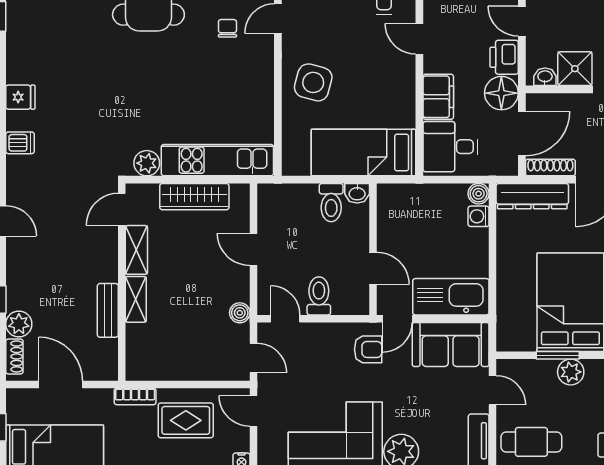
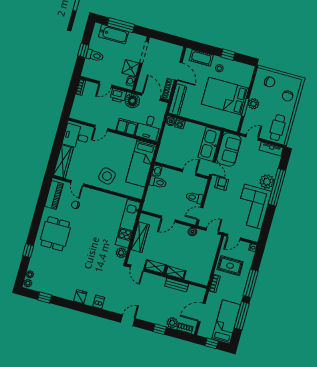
rug: (186, 420) -> (230, 266), turned 90

